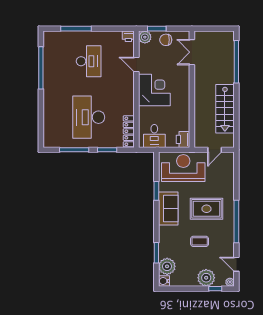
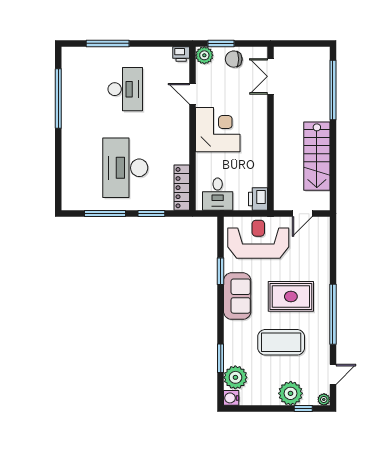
coffee table: (200, 241) -> (281, 342), width x1.86, depth x1.72
door: (236, 264) -> (333, 374), swing flipped

